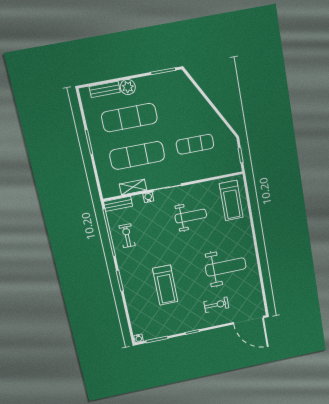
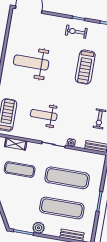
plant: (128, 87) -> (39, 228), moved
shelving: (133, 187) -> (16, 144), moved
treadmill: (165, 285) -> (85, 67), turned 180
exercise bike: (216, 305) -> (76, 32), moved

